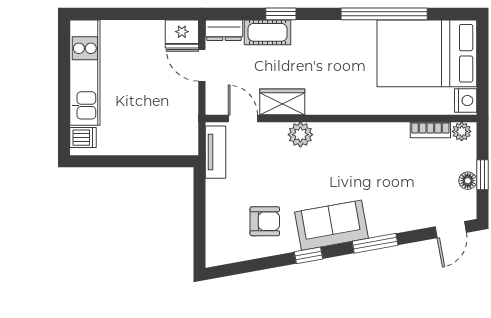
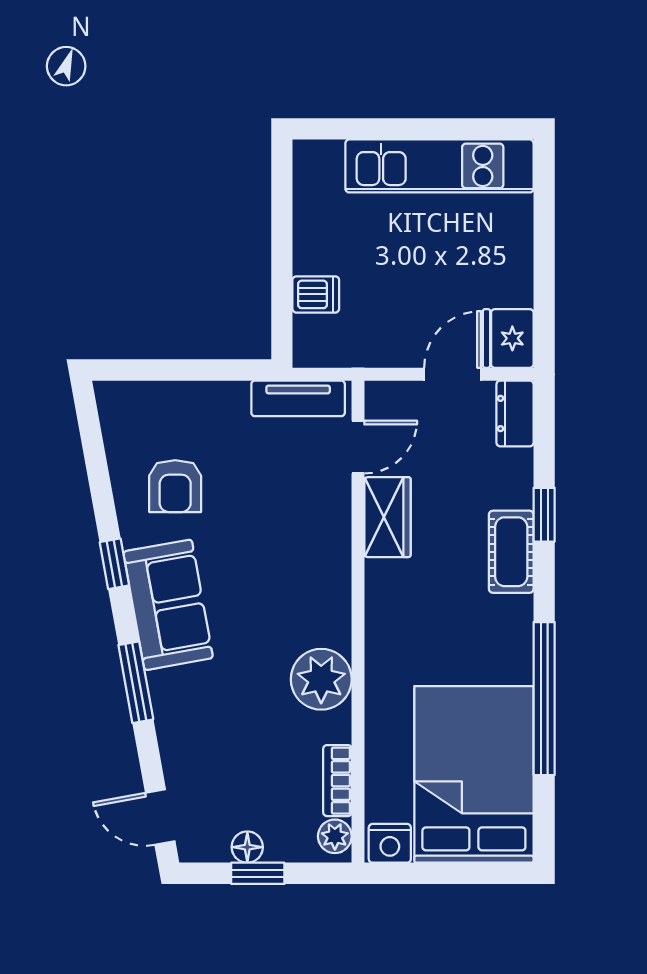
cot: (267, 32) -> (511, 552), moved
plant: (300, 135) -> (321, 679), moved, width x1.36, depth x1.36
dishwasher: (83, 138) -> (316, 294), moved, turned -90

